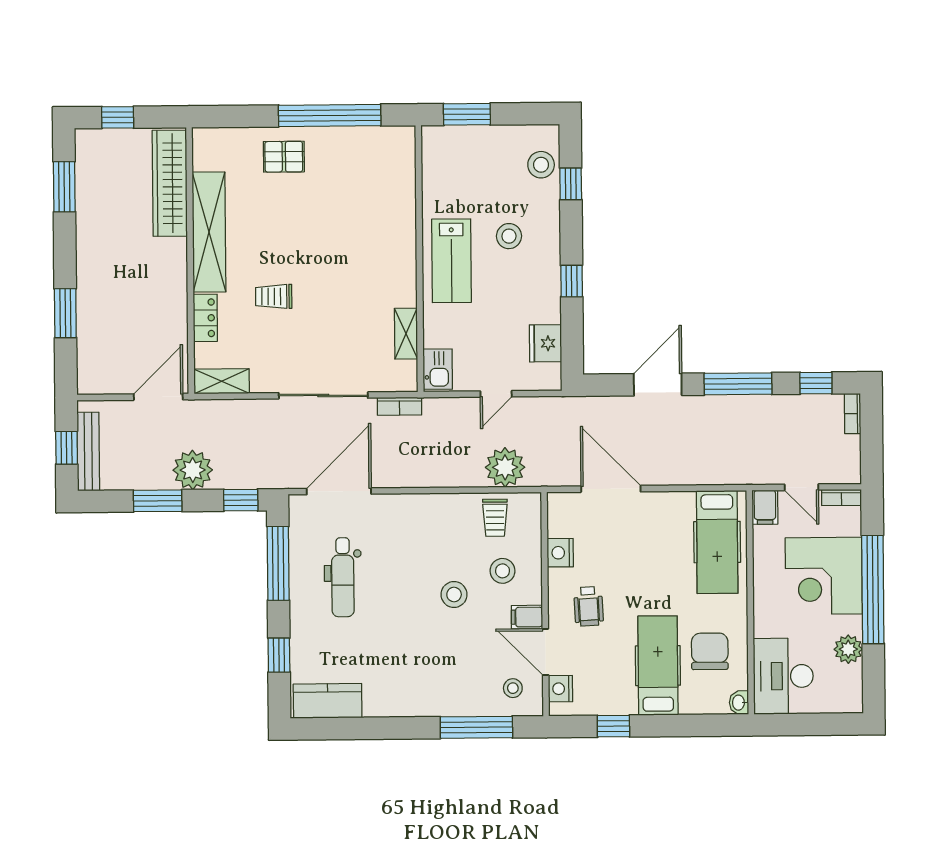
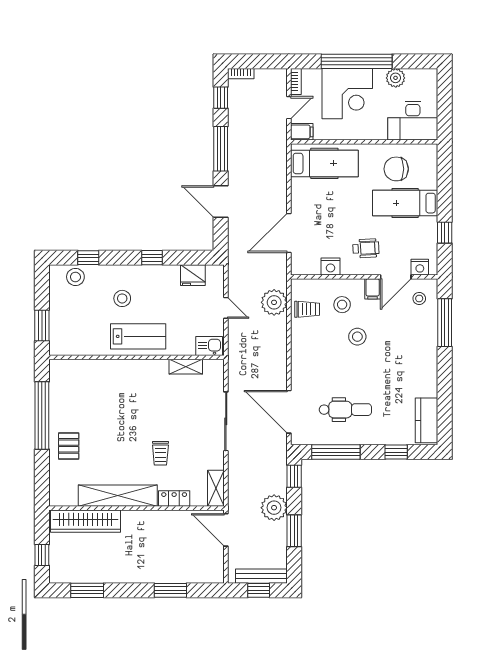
bookcase: (400, 406) -> (233, 371), removed
washbasin: (739, 703) -> (430, 150), removed

